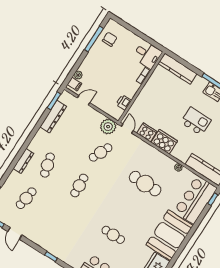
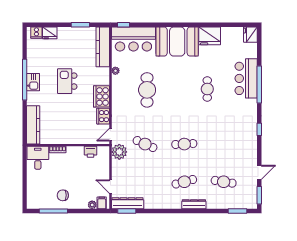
chair: (110, 39) -> (63, 195), moved
dresser: (53, 117) -> (128, 203), moved

